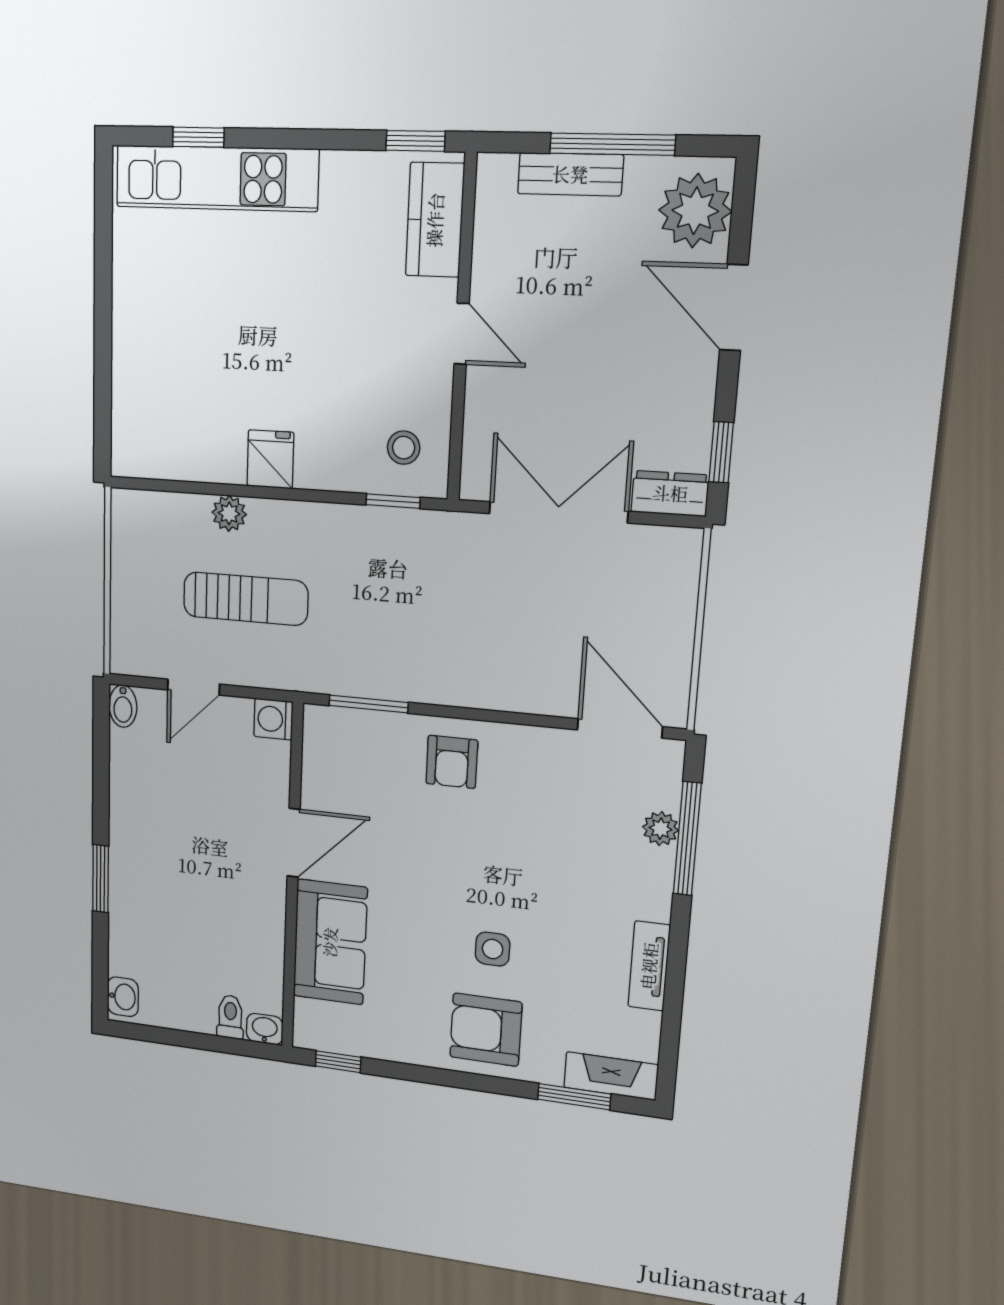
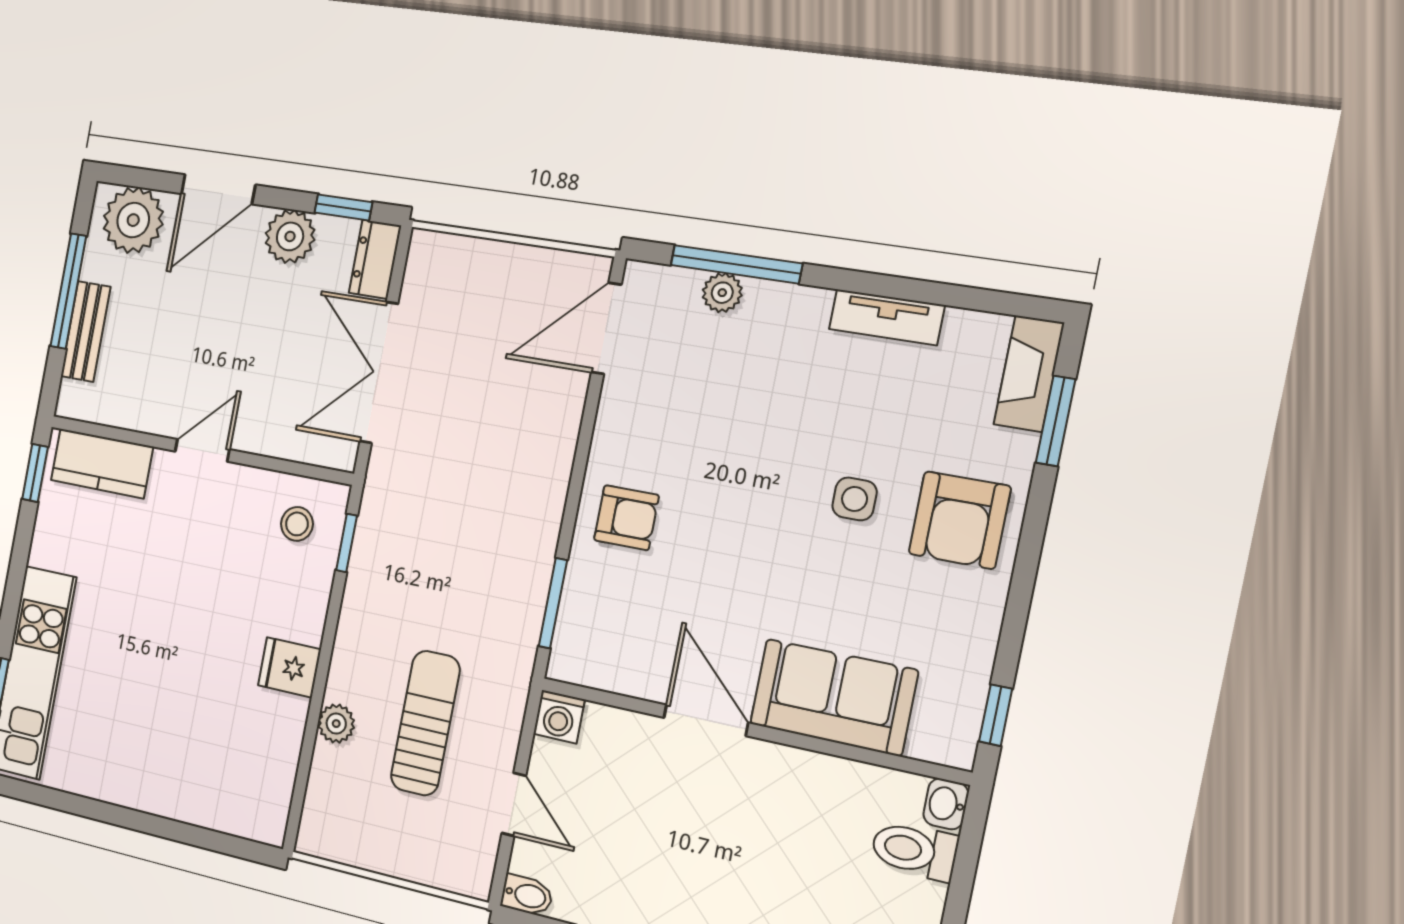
plant: (688, 398) -> (290, 236), added
toilet: (230, 1017) -> (914, 850), width x1.37, depth x1.39

